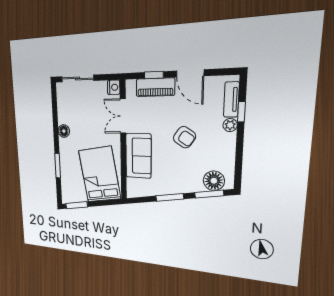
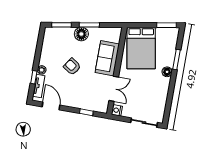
door: (190, 73) -> (51, 106), moved
piano: (155, 87) -> (87, 104), removed
floor lamp: (64, 131) -> (167, 72), moved
floor lamp: (214, 181) -> (81, 34), moved

